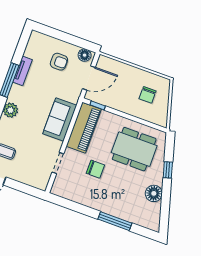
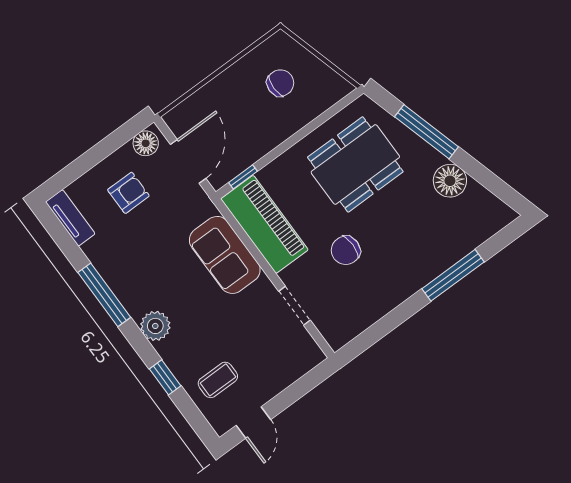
tv unit: (22, 71) -> (70, 218), moved
chair: (148, 95) -> (280, 83), turned -90
chair: (95, 169) -> (346, 250), turned 180
window: (168, 170) -> (427, 132), width x2.17

